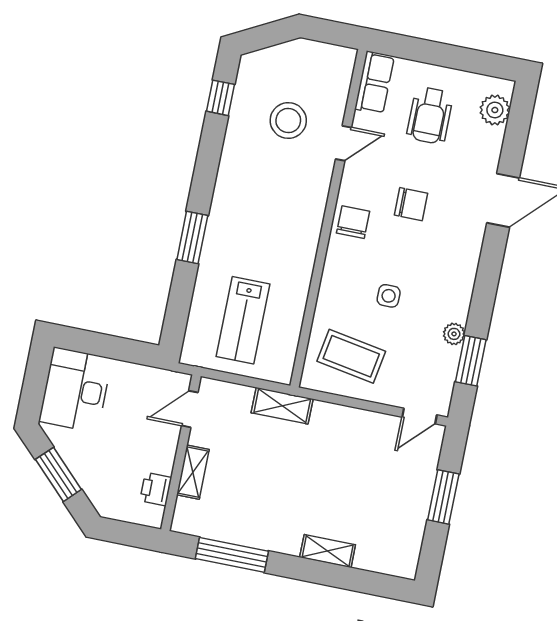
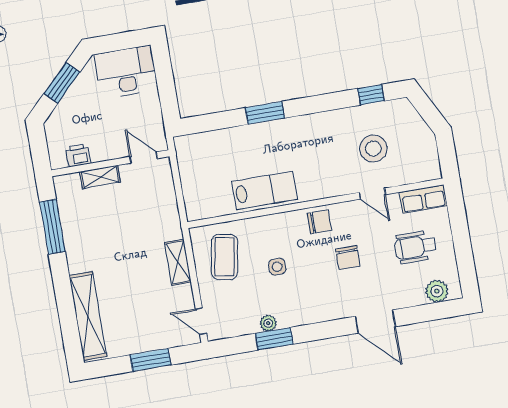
lab bench: (243, 320) -> (265, 190), moved, turned 180
window: (471, 361) -> (274, 339), moved
shelving: (282, 406) -> (178, 262), moved
shelving: (328, 551) -> (88, 316), width x2.20, depth x1.33

